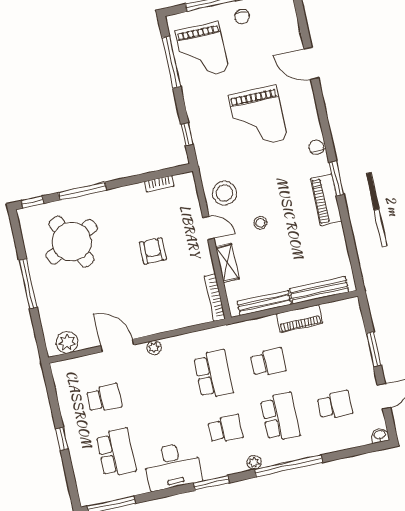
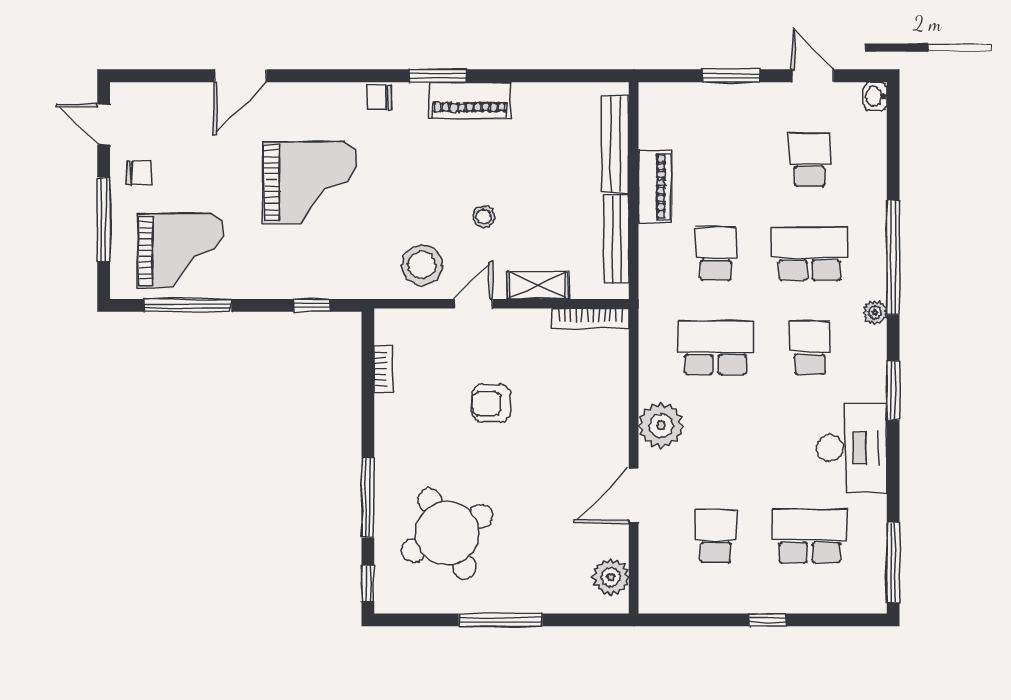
plant: (154, 348) -> (661, 425), width x1.87, depth x1.87

